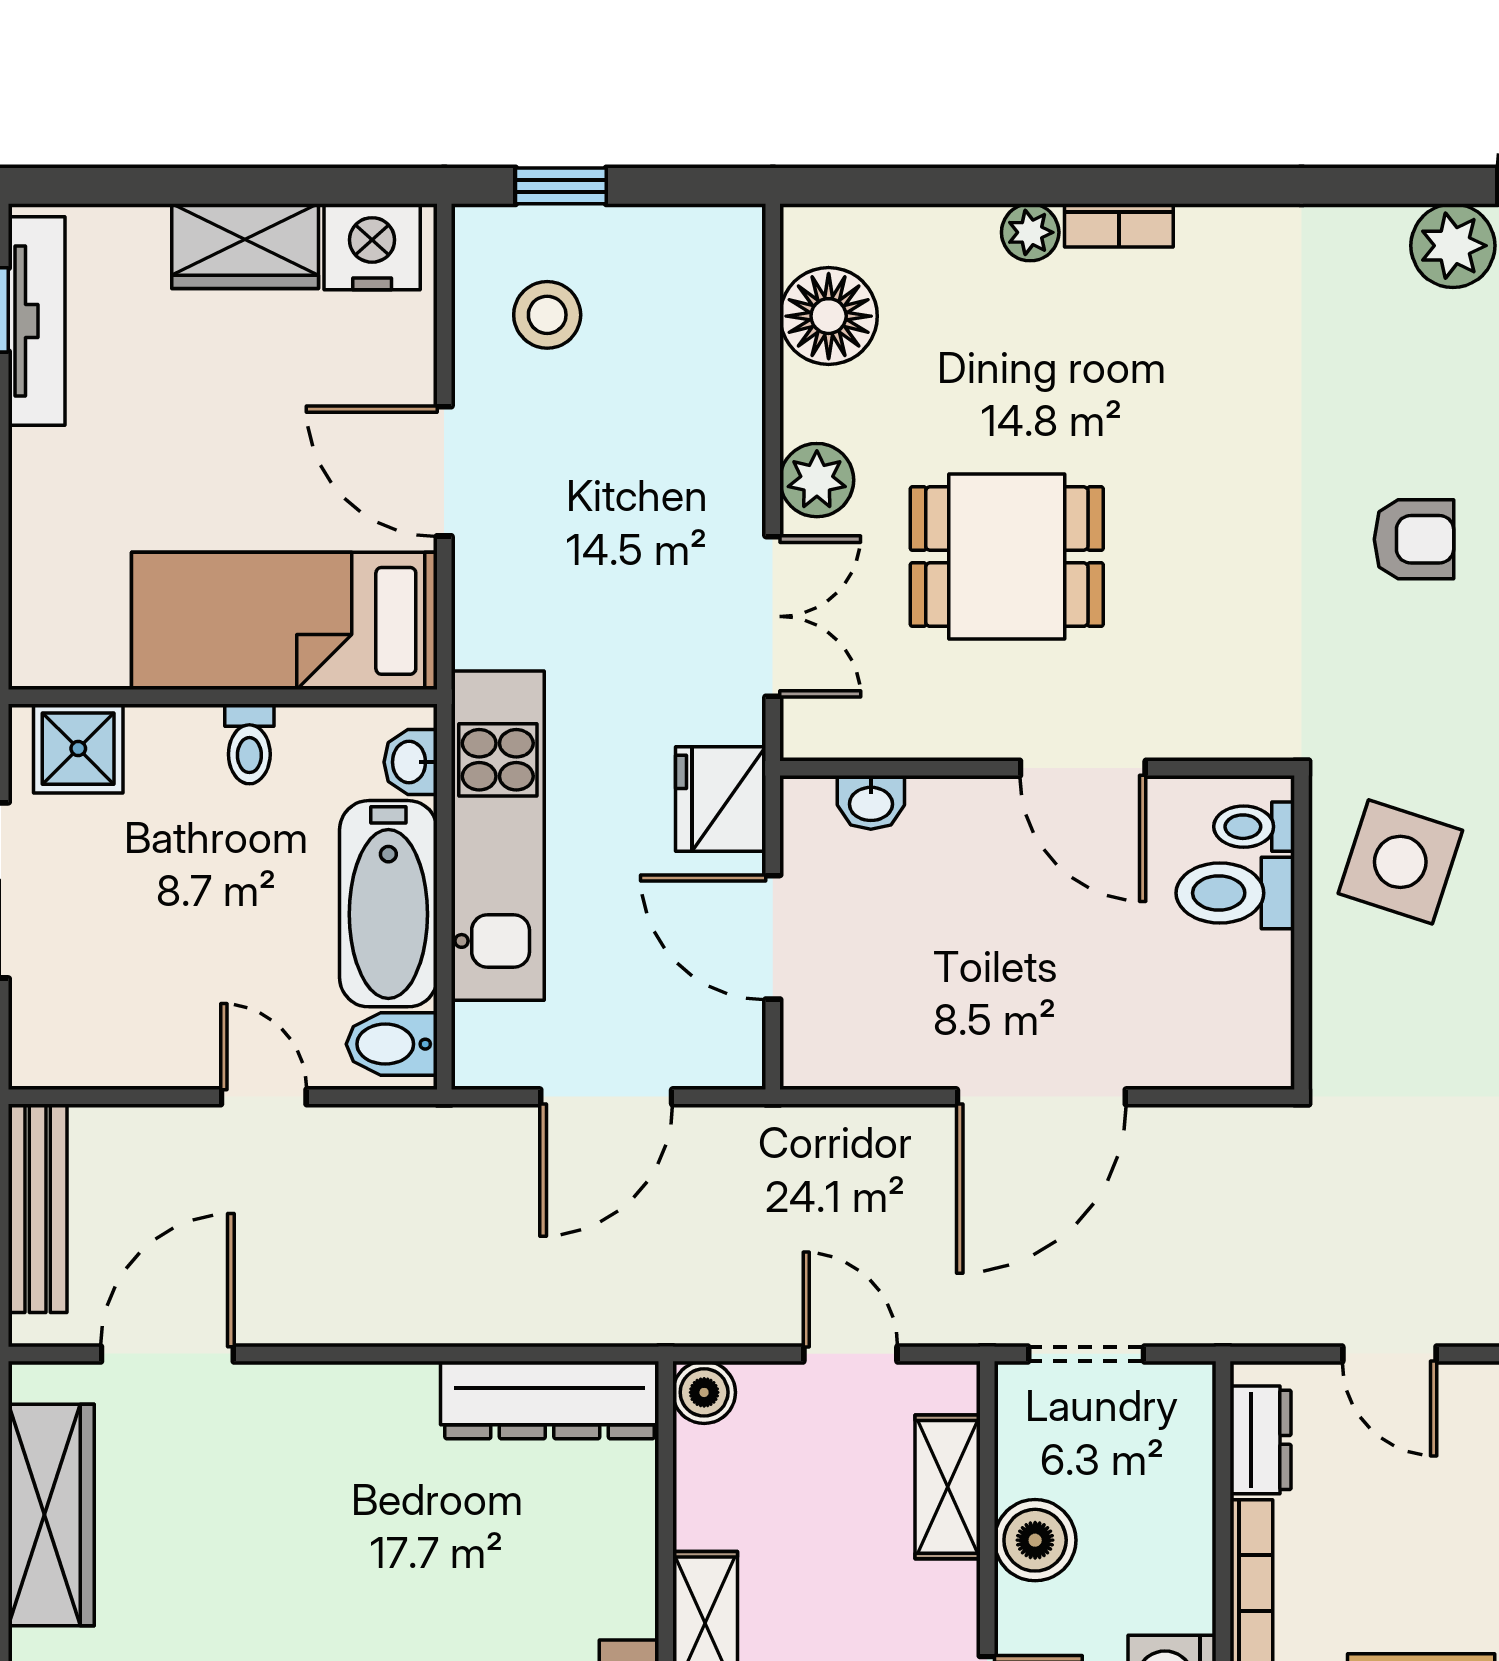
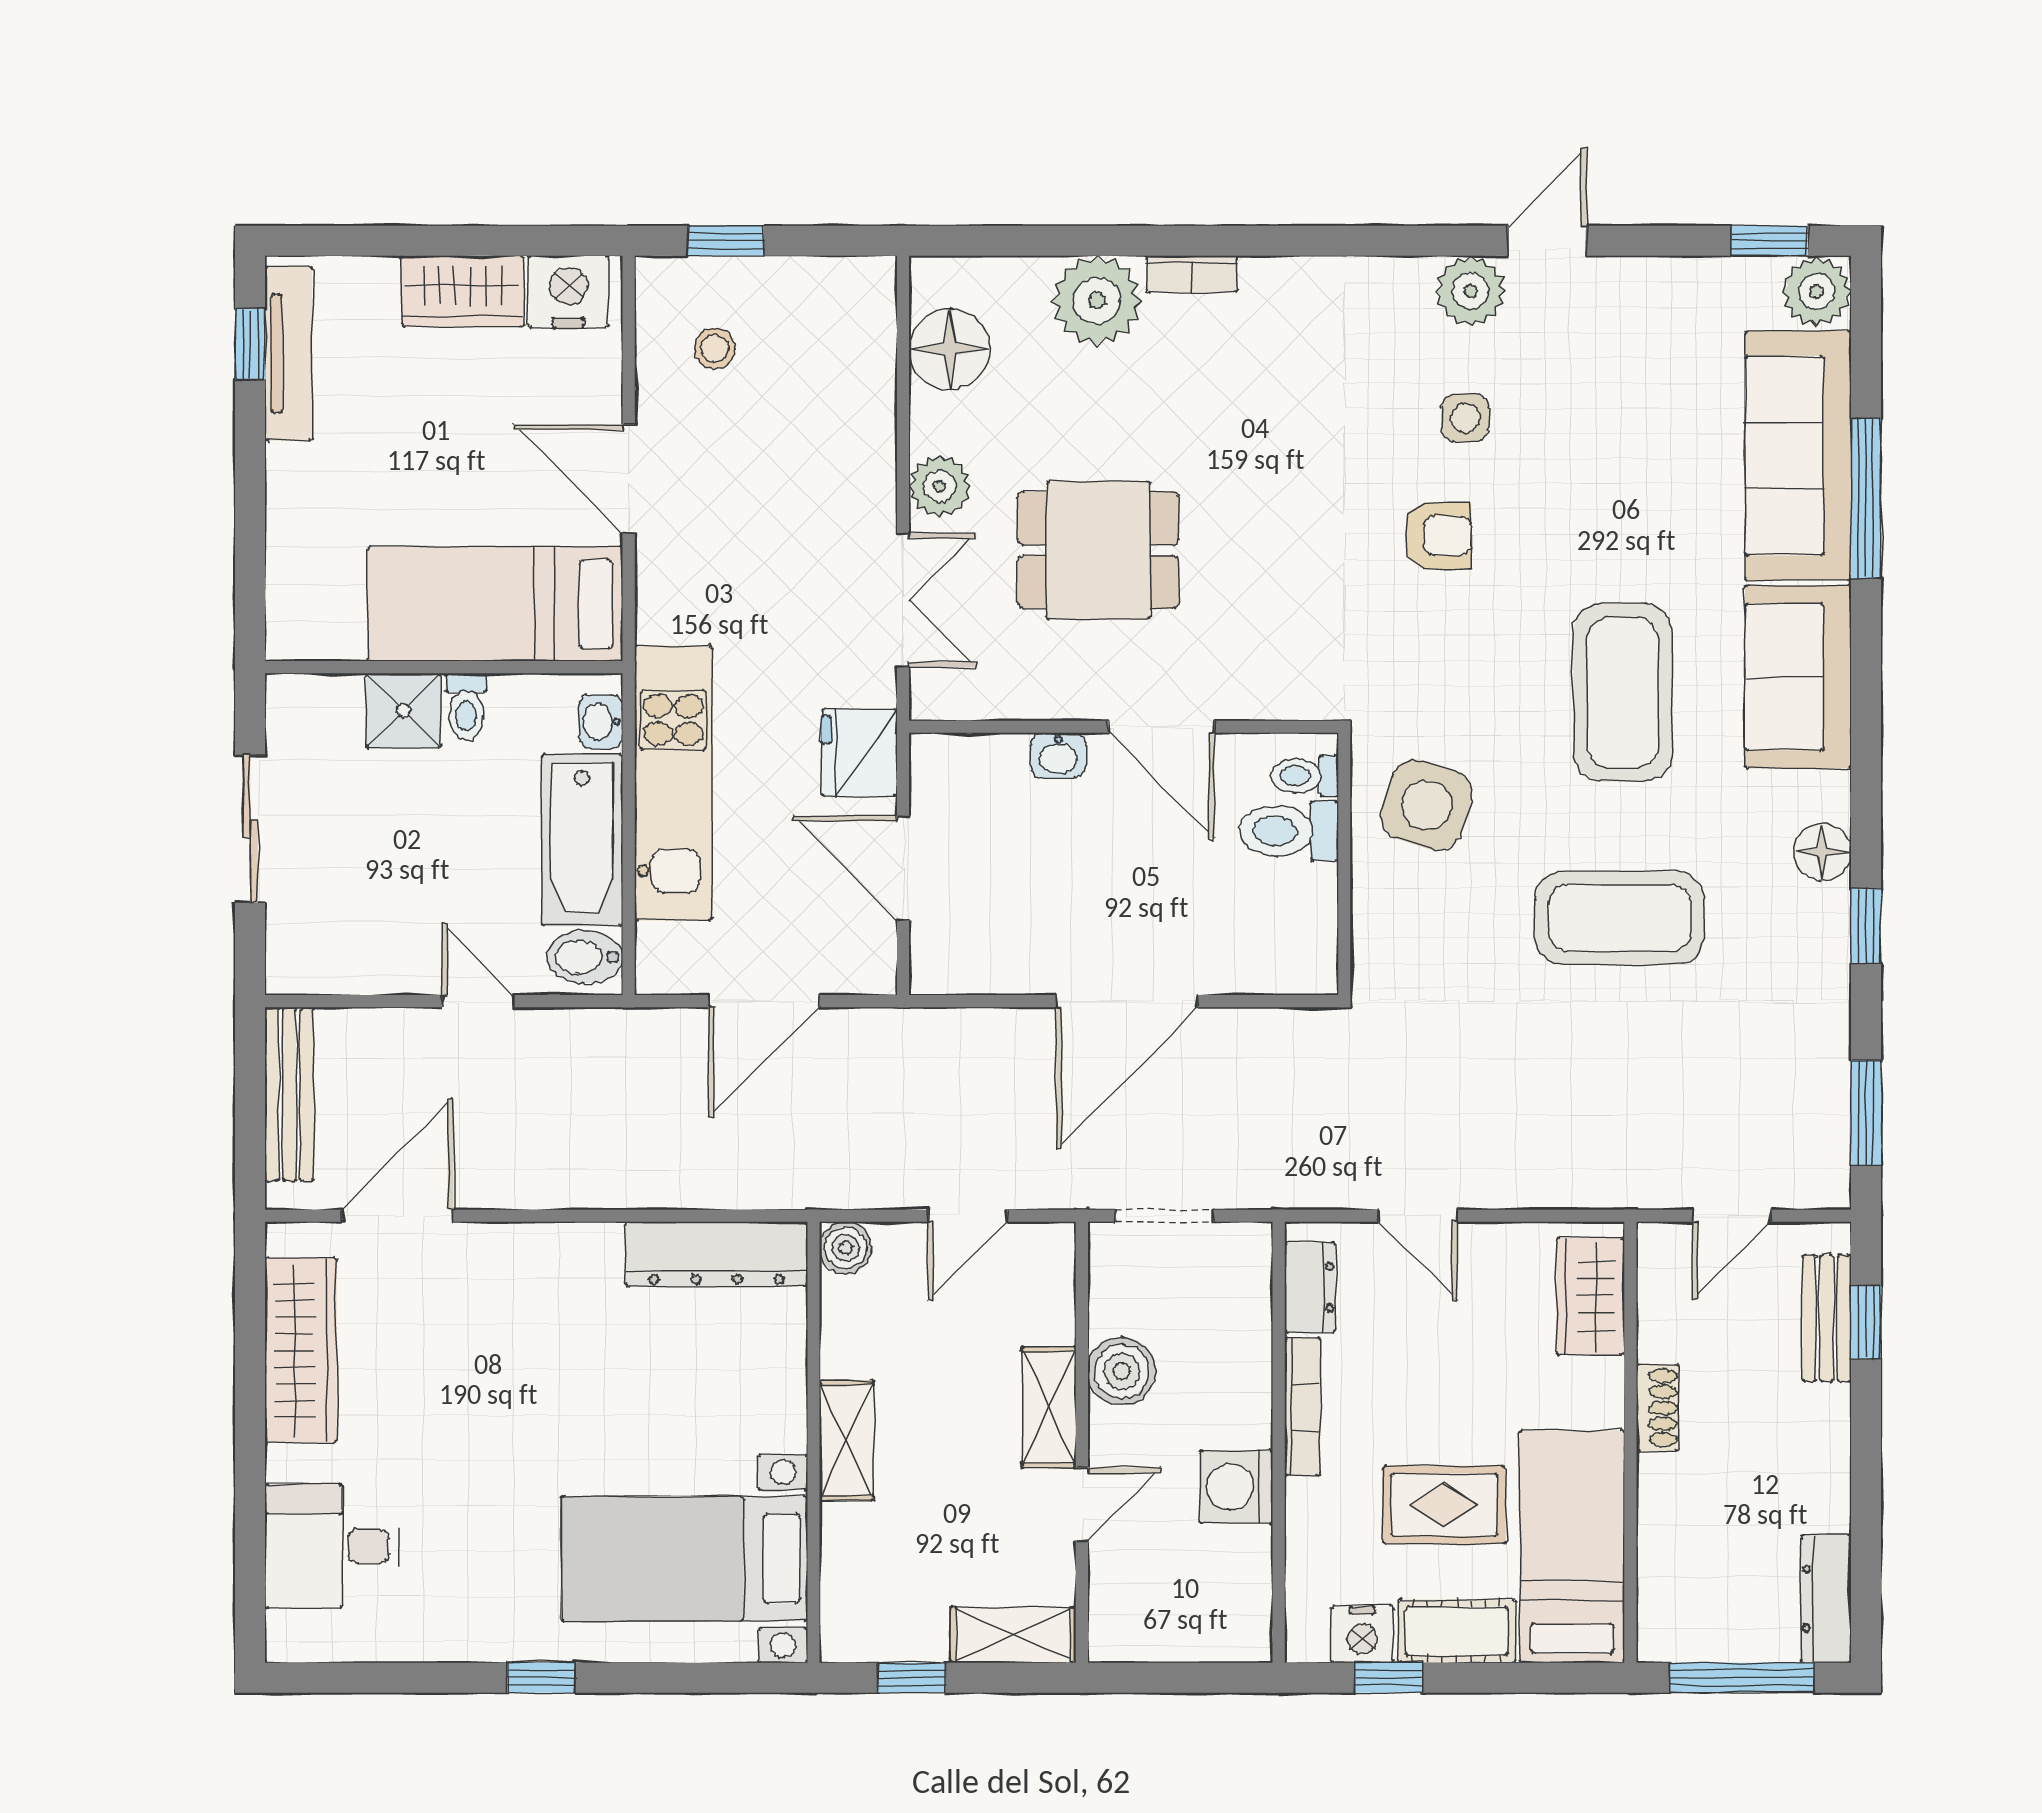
plant: (1030, 232) -> (1097, 301), width x1.88, depth x1.88
stool: (547, 315) -> (715, 348), width x0.73, depth x0.73
side table: (1447, 398) -> (1465, 418), added
shower: (78, 749) -> (403, 710), moved
washbasin: (871, 802) -> (1058, 755), moved
door: (850, 1354) -> (968, 1216), swing flipped
shelving: (948, 1487) -> (1049, 1407), moved

